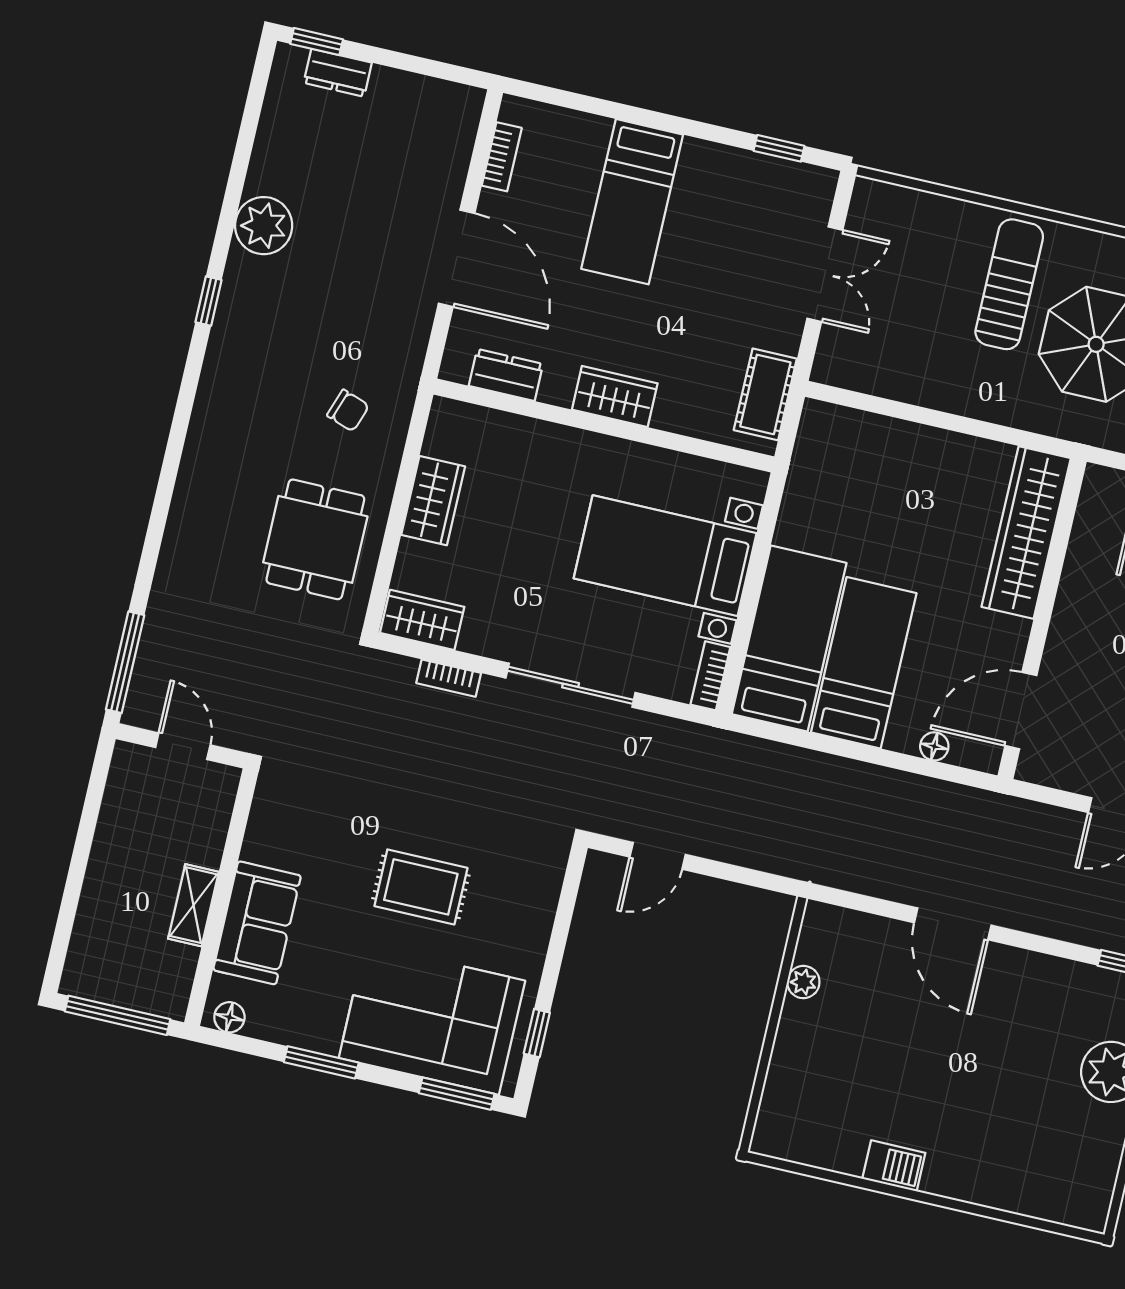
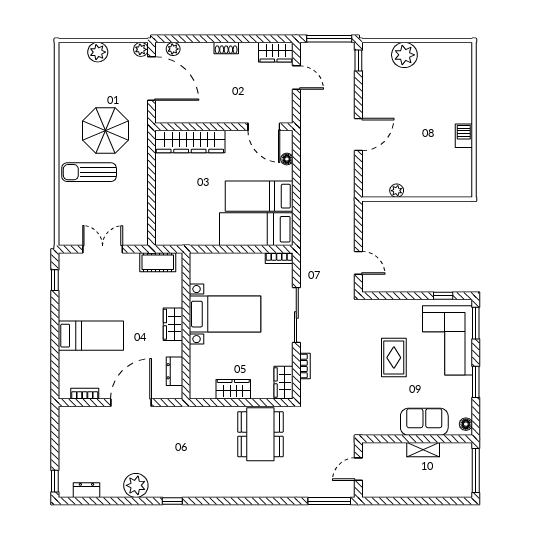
dresser: (338, 73) -> (86, 490), moved, turned -90
chair: (348, 410) -> (204, 433), removed
dining table: (315, 539) -> (260, 434), width x1.37
bed with nightstands: (665, 556) -> (225, 314), moved, turned -90

